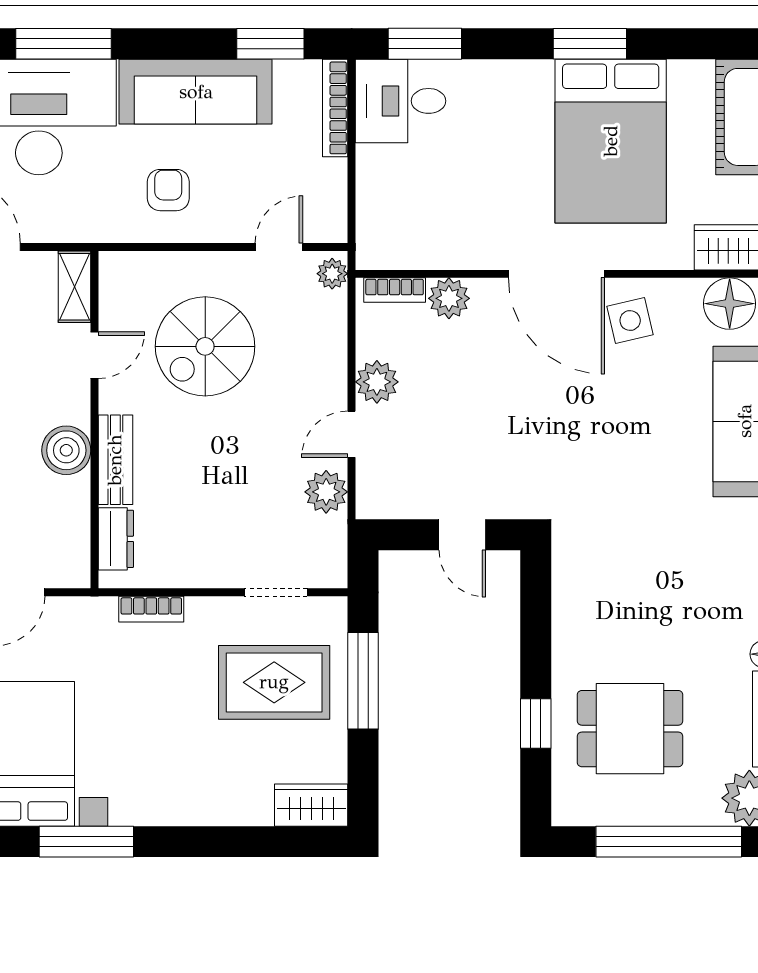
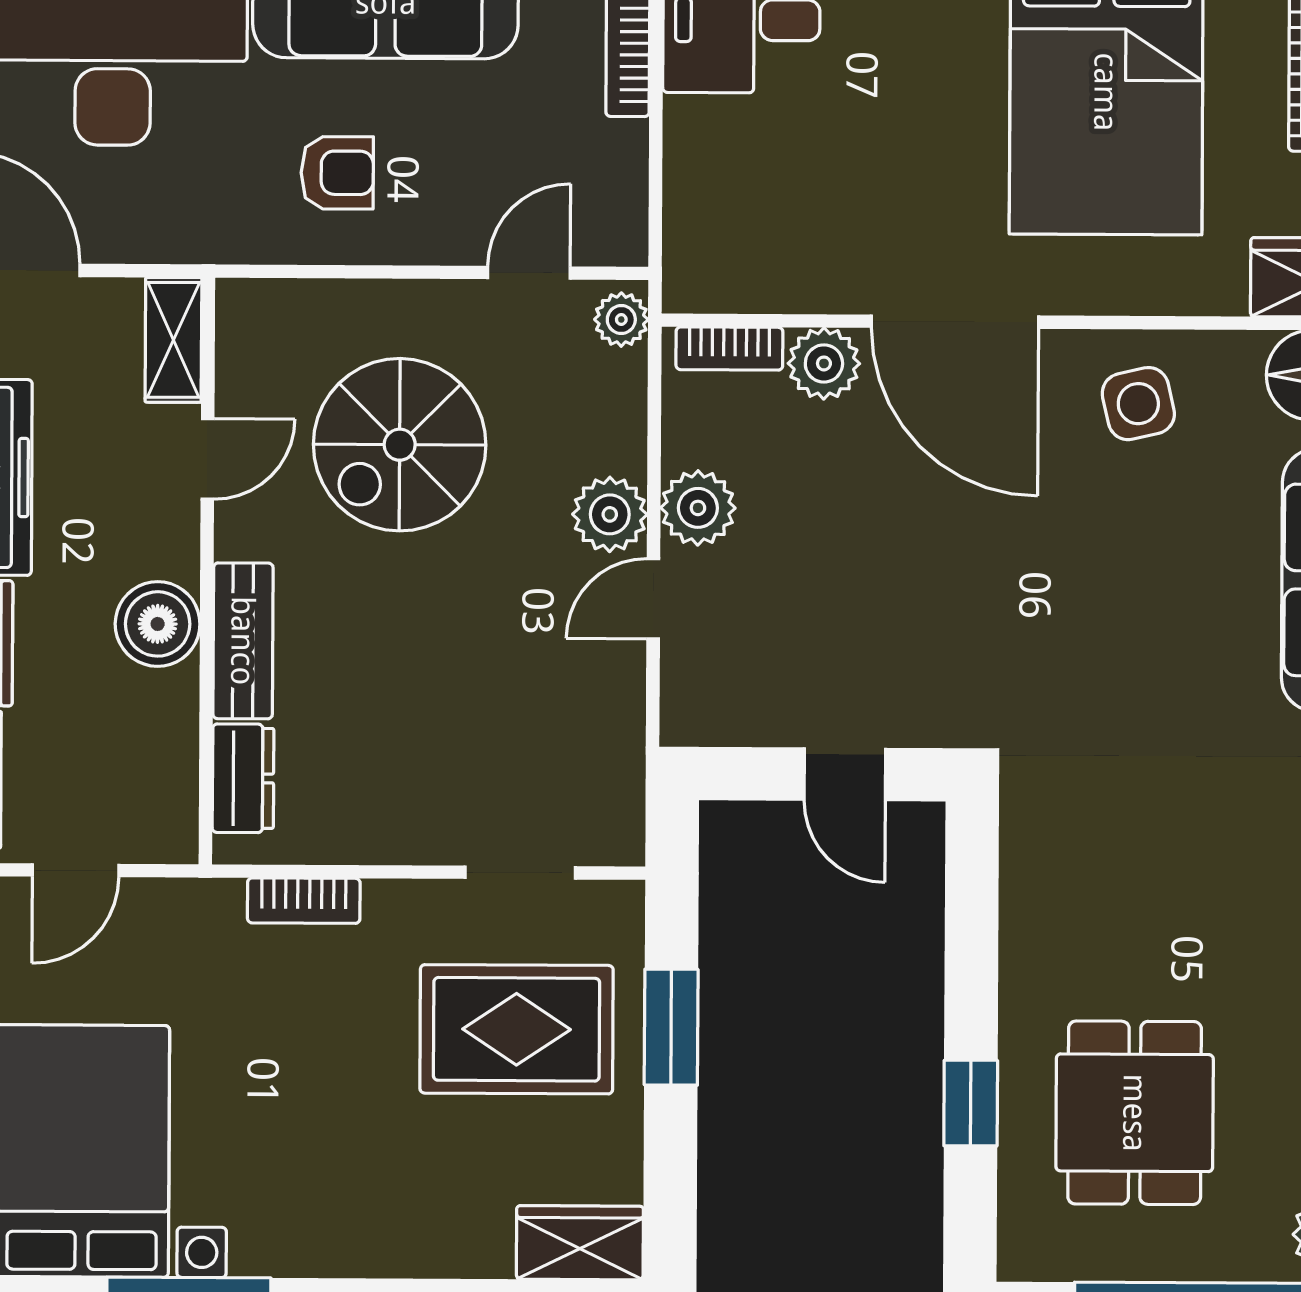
armchair: (168, 190) -> (337, 173), turned 90
door: (556, 274) -> (955, 322), moved
plant: (326, 492) -> (610, 514), moved
window: (363, 681) -> (671, 1027), width x0.69
dining table: (630, 729) -> (1135, 1113), turned 90

